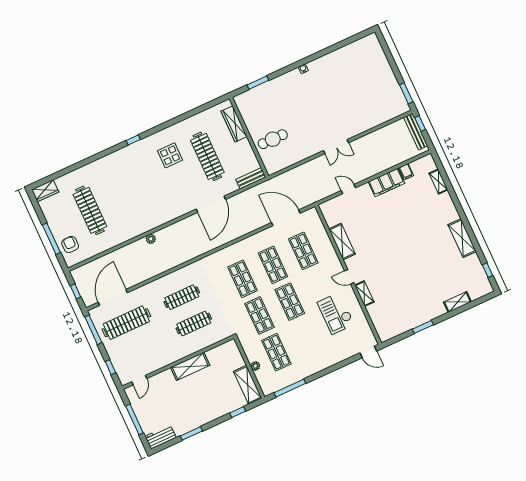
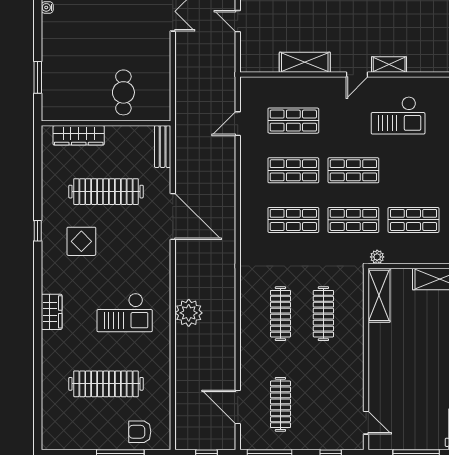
window: (133, 140) -> (38, 231), moved
door: (348, 189) -> (238, 21), hinge flipped
wardrobe: (45, 191) -> (52, 312), moved
checkout: (139, 202) -> (125, 312), added
door: (286, 218) -> (238, 124), width x0.53
plant: (151, 239) -> (189, 313), width x1.87, depth x1.87
door: (113, 297) -> (238, 407), width x0.73
clothes rail: (126, 323) -> (280, 404), width x0.73, depth x0.76
shelving: (190, 366) -> (379, 295), moved
plant: (255, 366) -> (377, 257), moved

